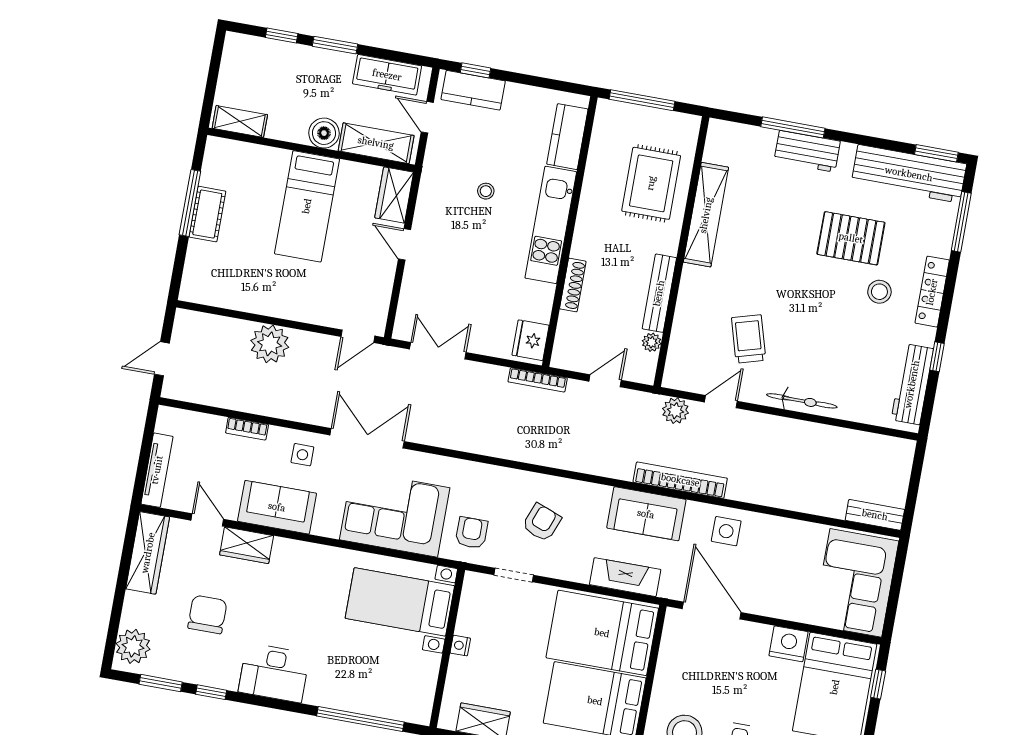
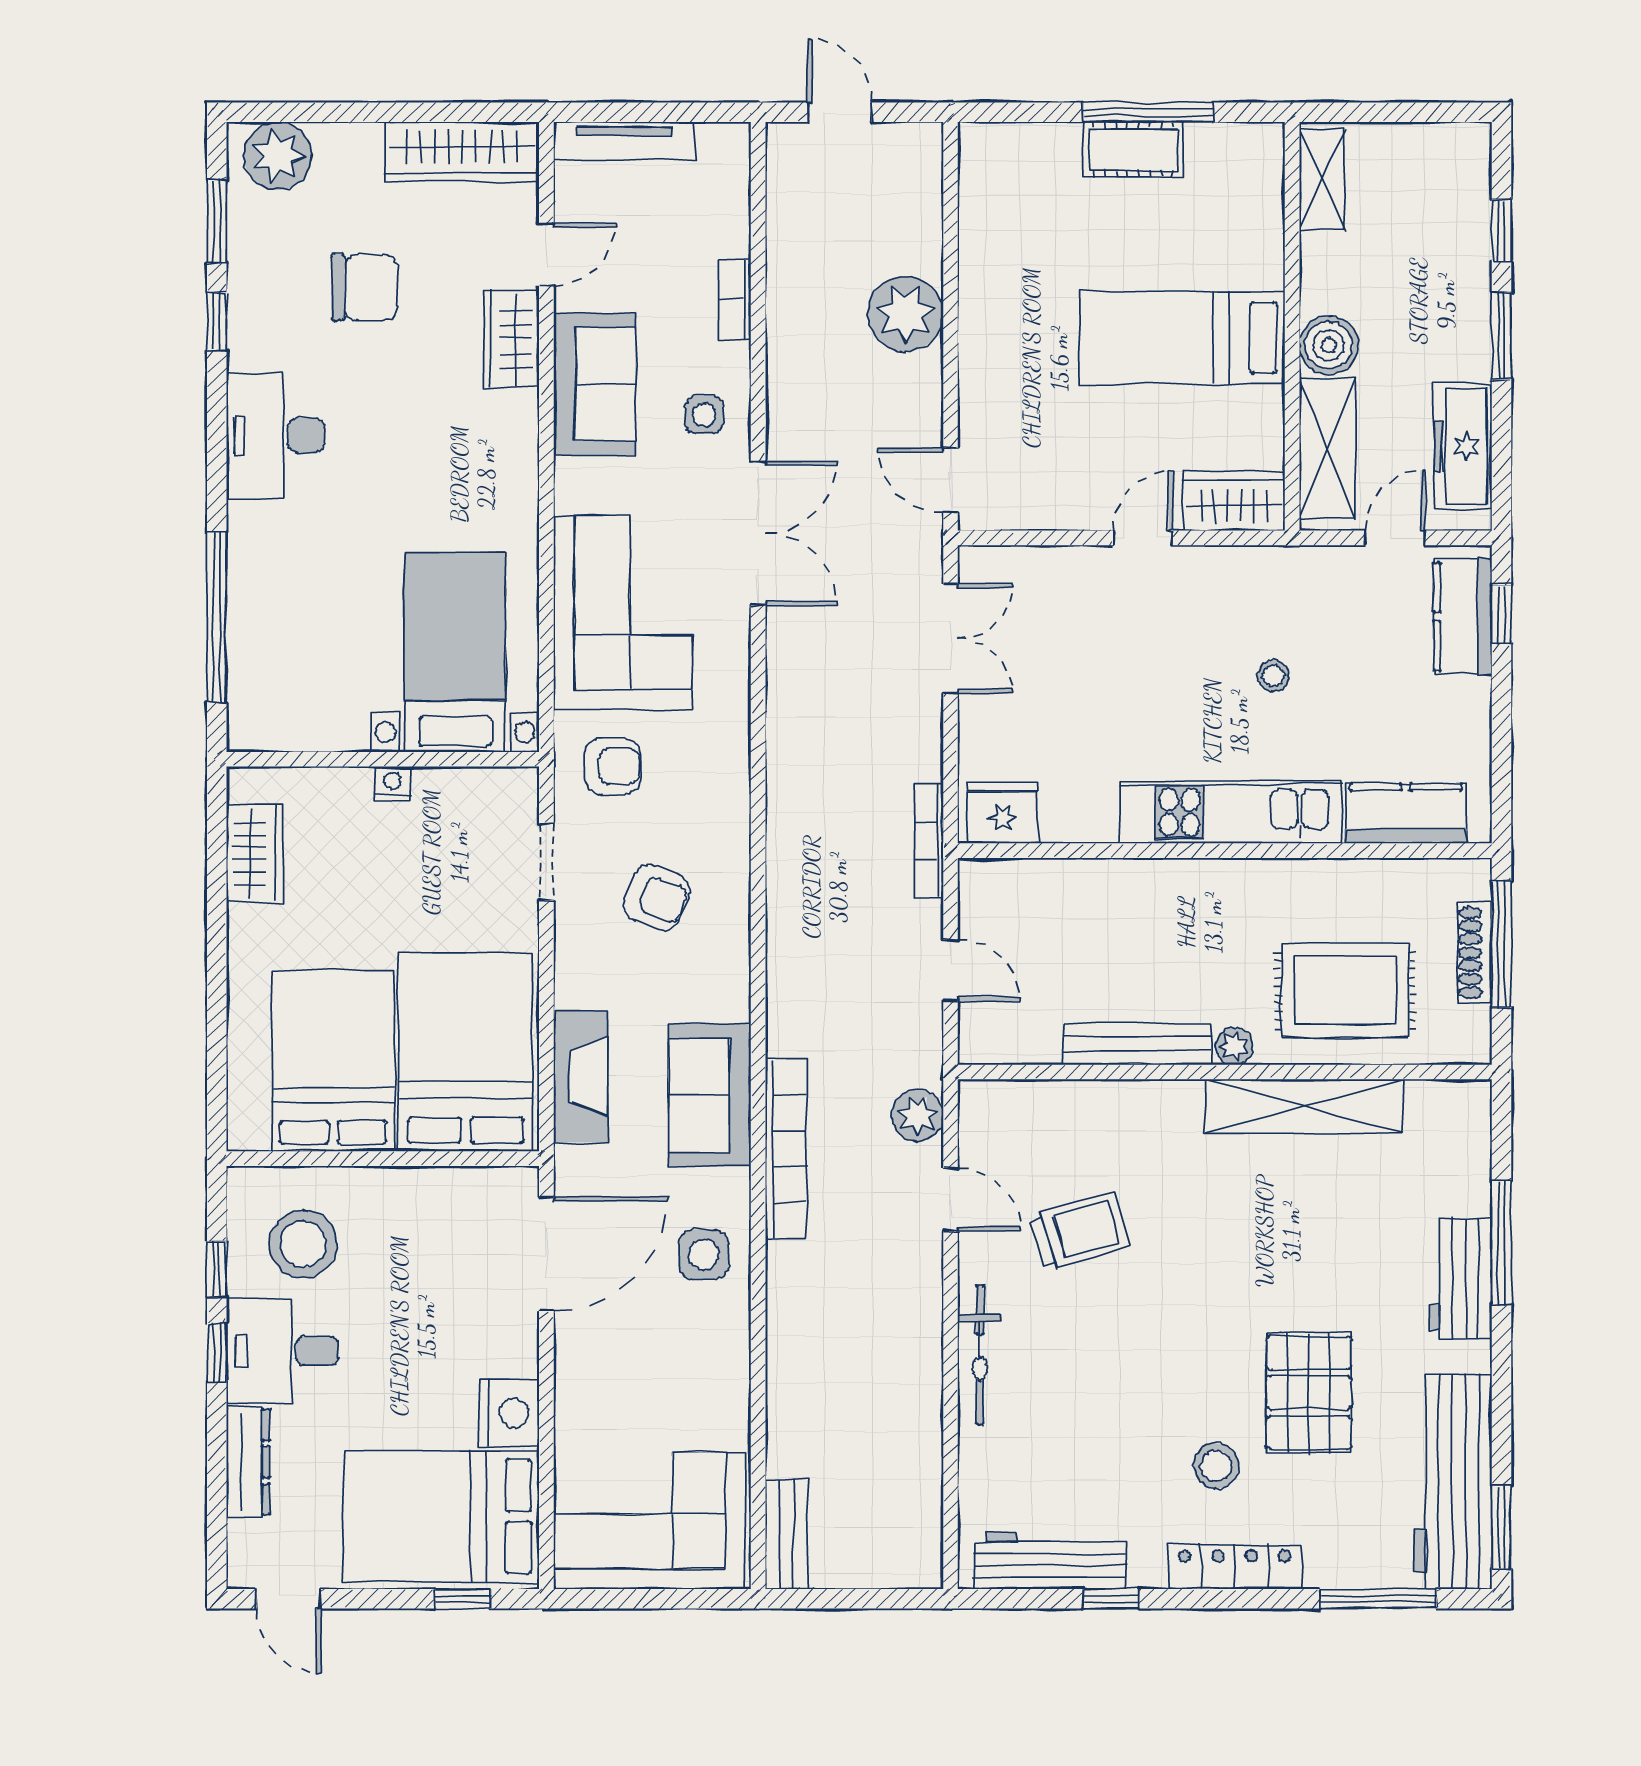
shoe rack: (573, 285) -> (1475, 953), moved, turned 90
plant: (652, 342) -> (1234, 1046), moved

